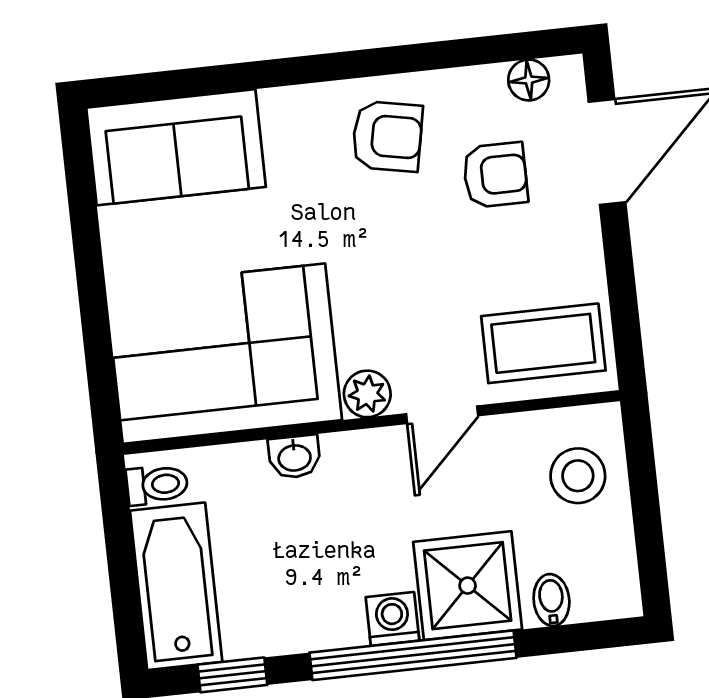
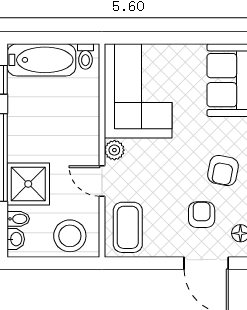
armchair: (495, 175) -> (202, 215), turned 180
washbasin: (294, 457) -> (16, 239), moved, turned 180
stool: (578, 476) -> (70, 236), width x1.38, depth x1.38
washing machine: (392, 619) -> (18, 150), removed

